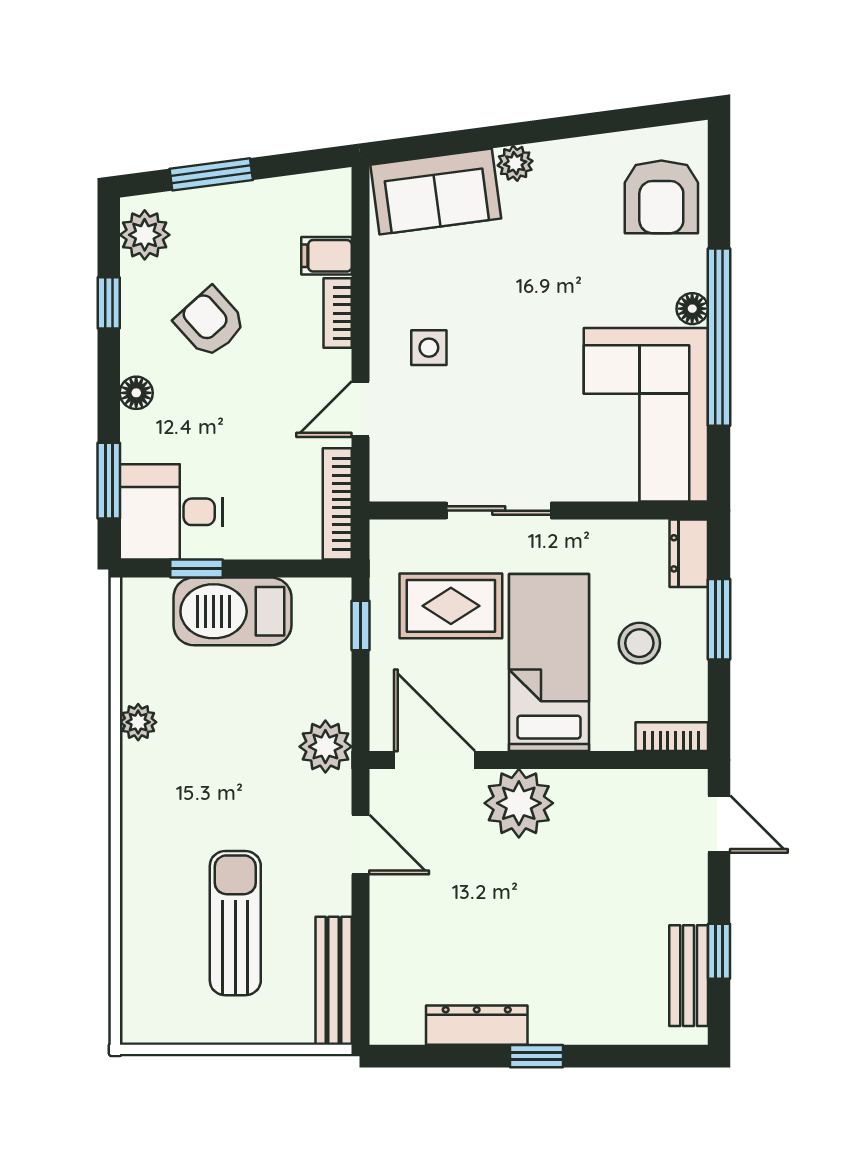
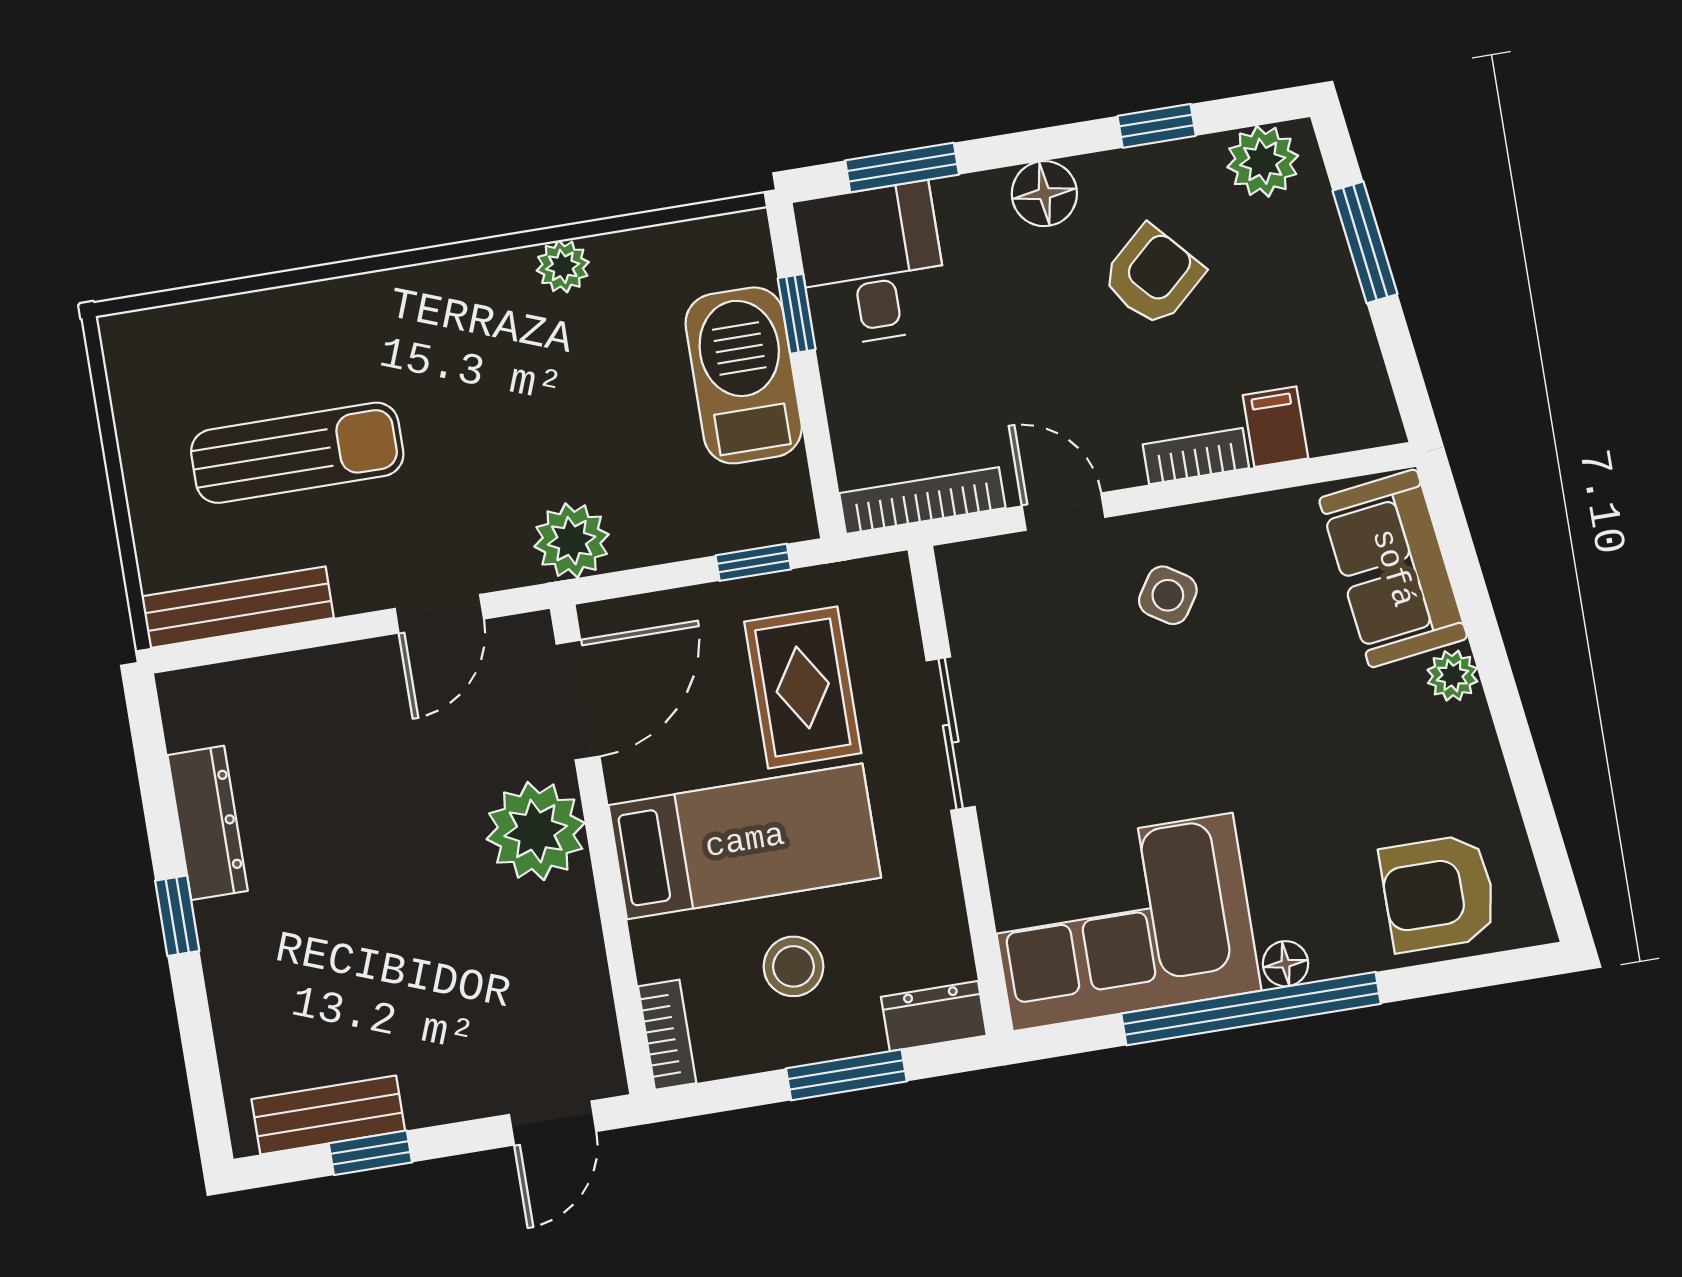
side table: (429, 348) -> (1168, 595), turned 33
floor lamp: (136, 393) -> (1044, 194), width x1.37, depth x1.37

